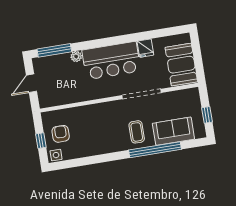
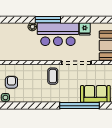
window: (54, 50) -> (48, 20), moved
coffee table: (137, 132) -> (53, 76), moved

